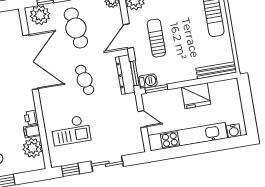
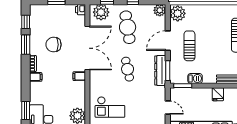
barbecue: (148, 81) -> (195, 78), moved
fridge: (196, 96) -> (218, 94), width x0.53, depth x0.75
printer: (31, 118) -> (80, 10), moved
filing cabinet: (32, 131) -> (79, 76), moved

